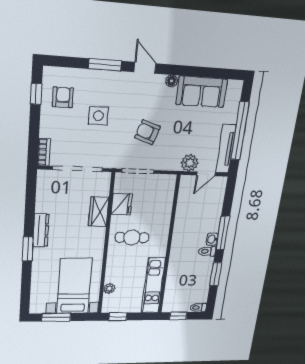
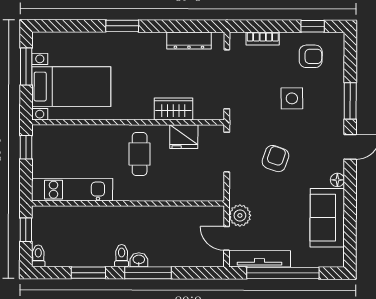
bookcase: (44, 152) -> (263, 39), moved
dresser: (41, 230) -> (189, 40), moved
plant: (109, 288) -> (68, 132), removed

